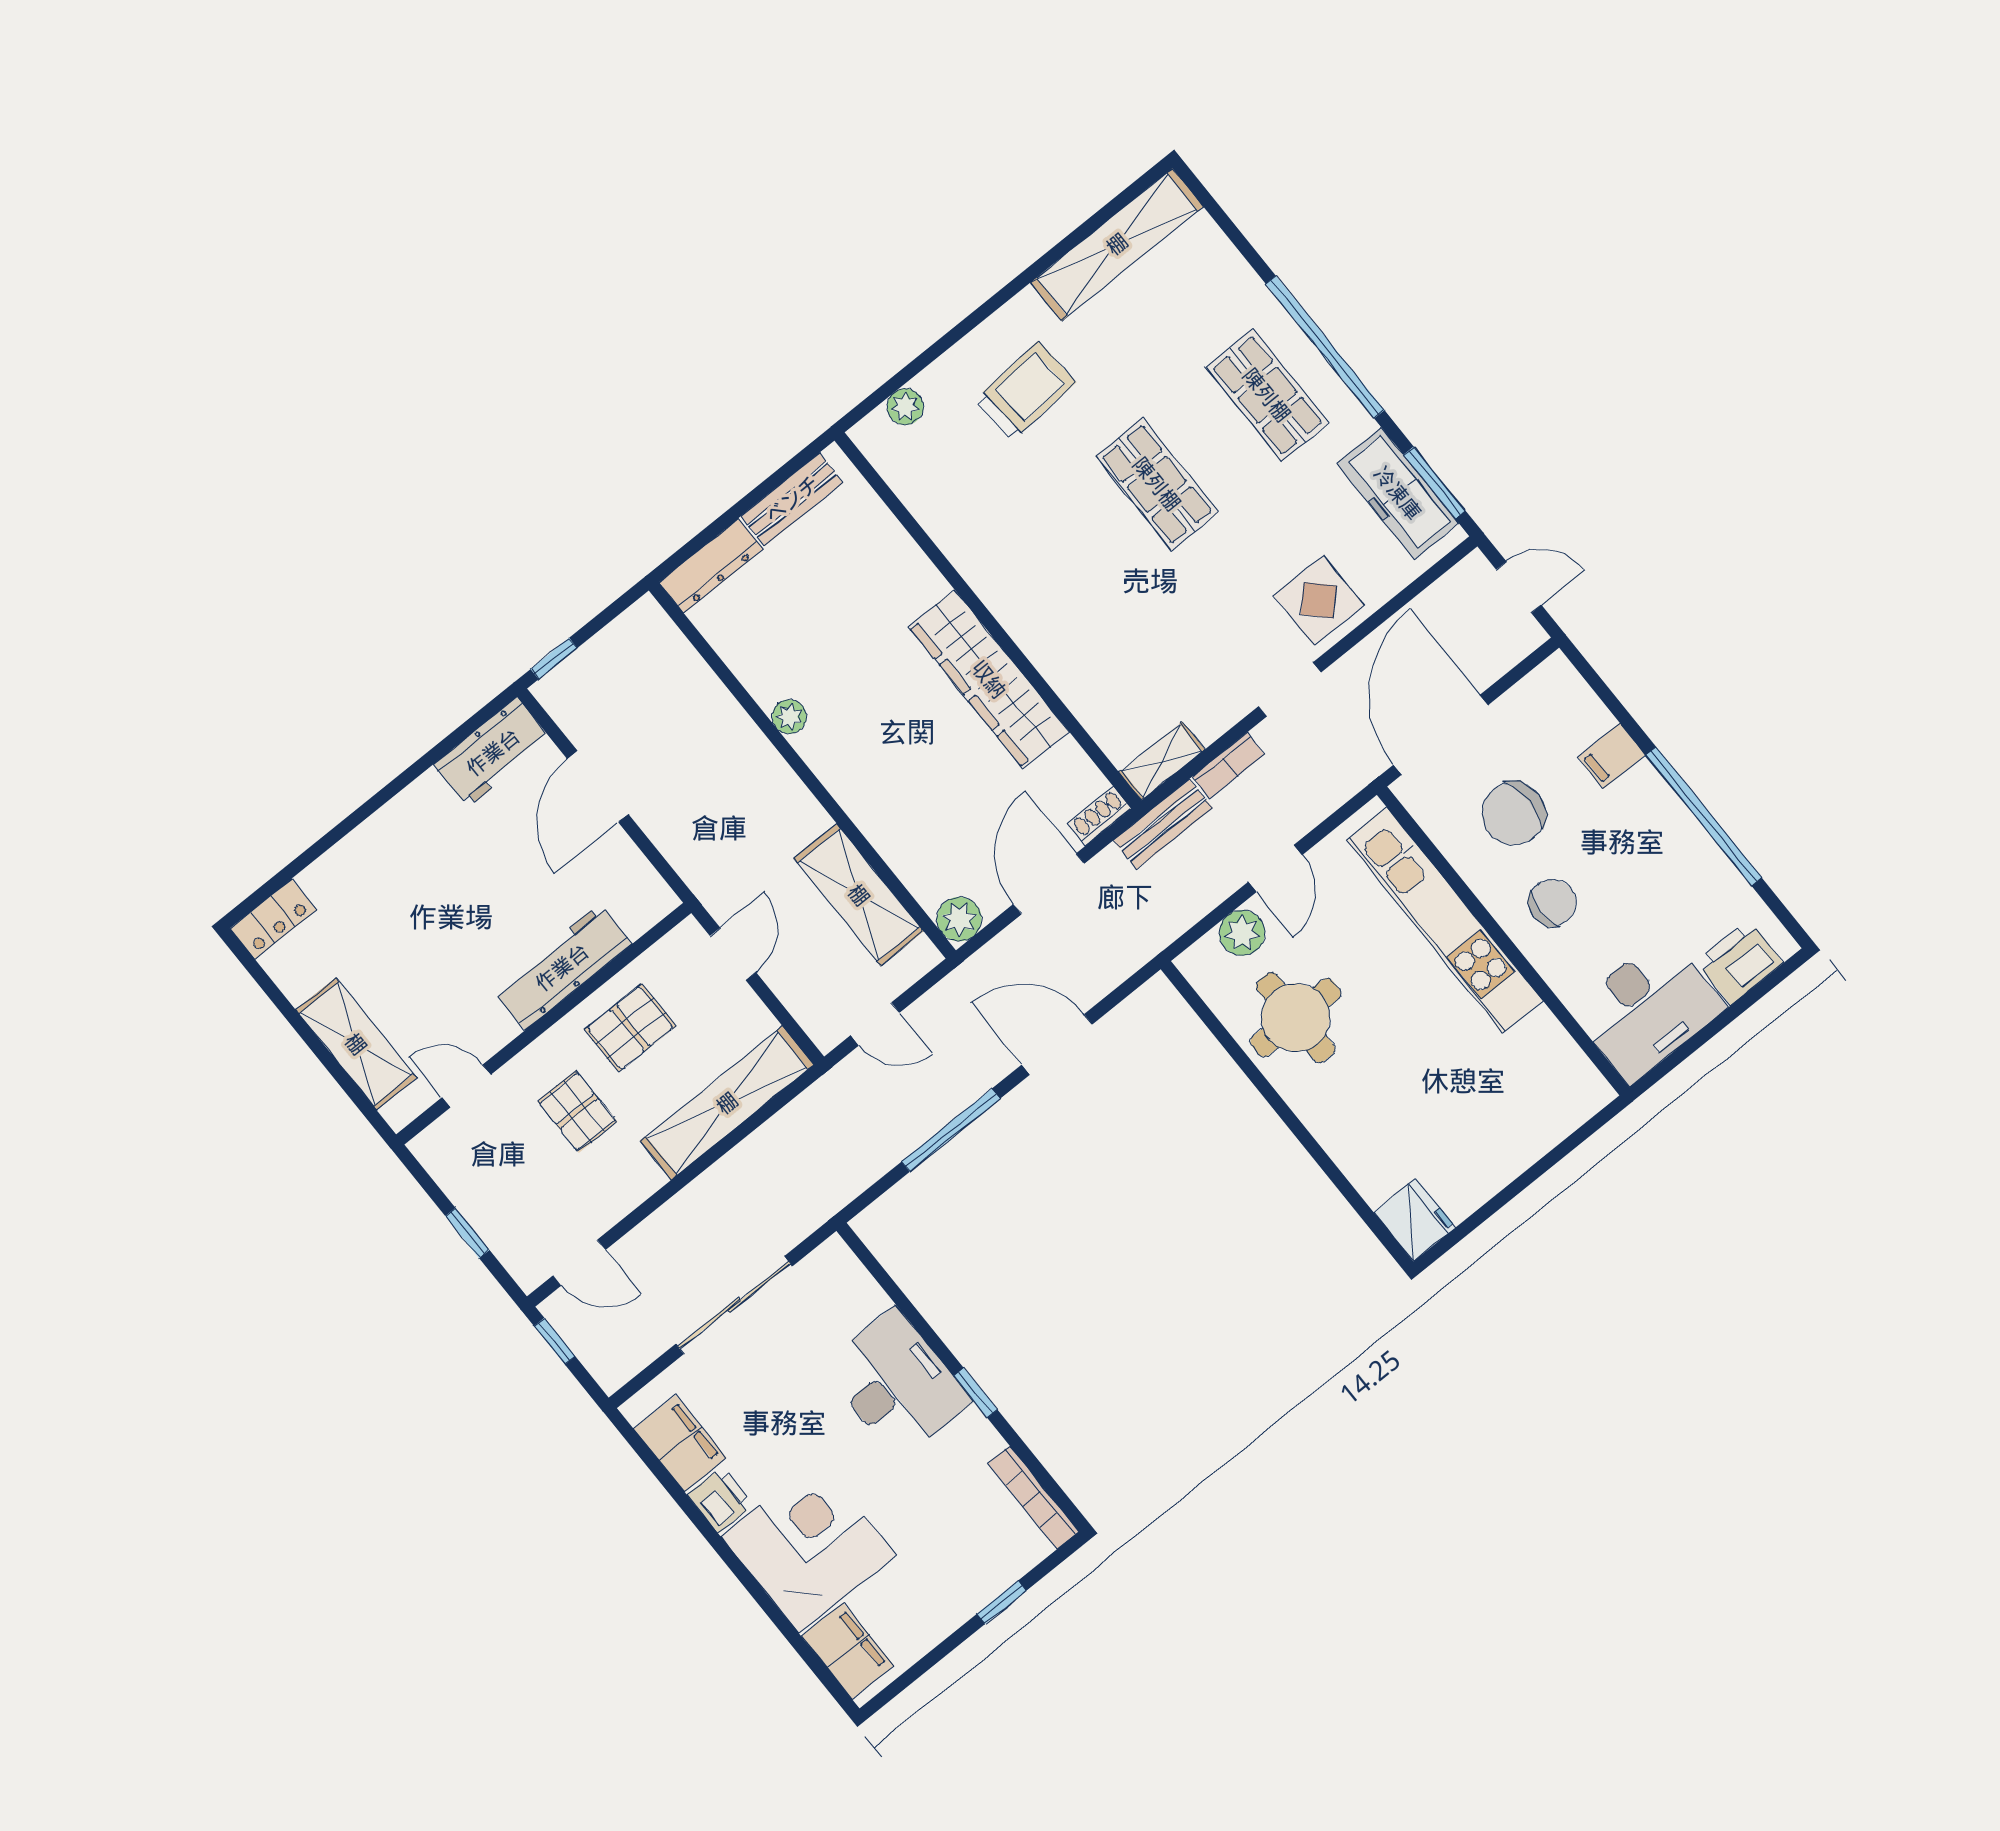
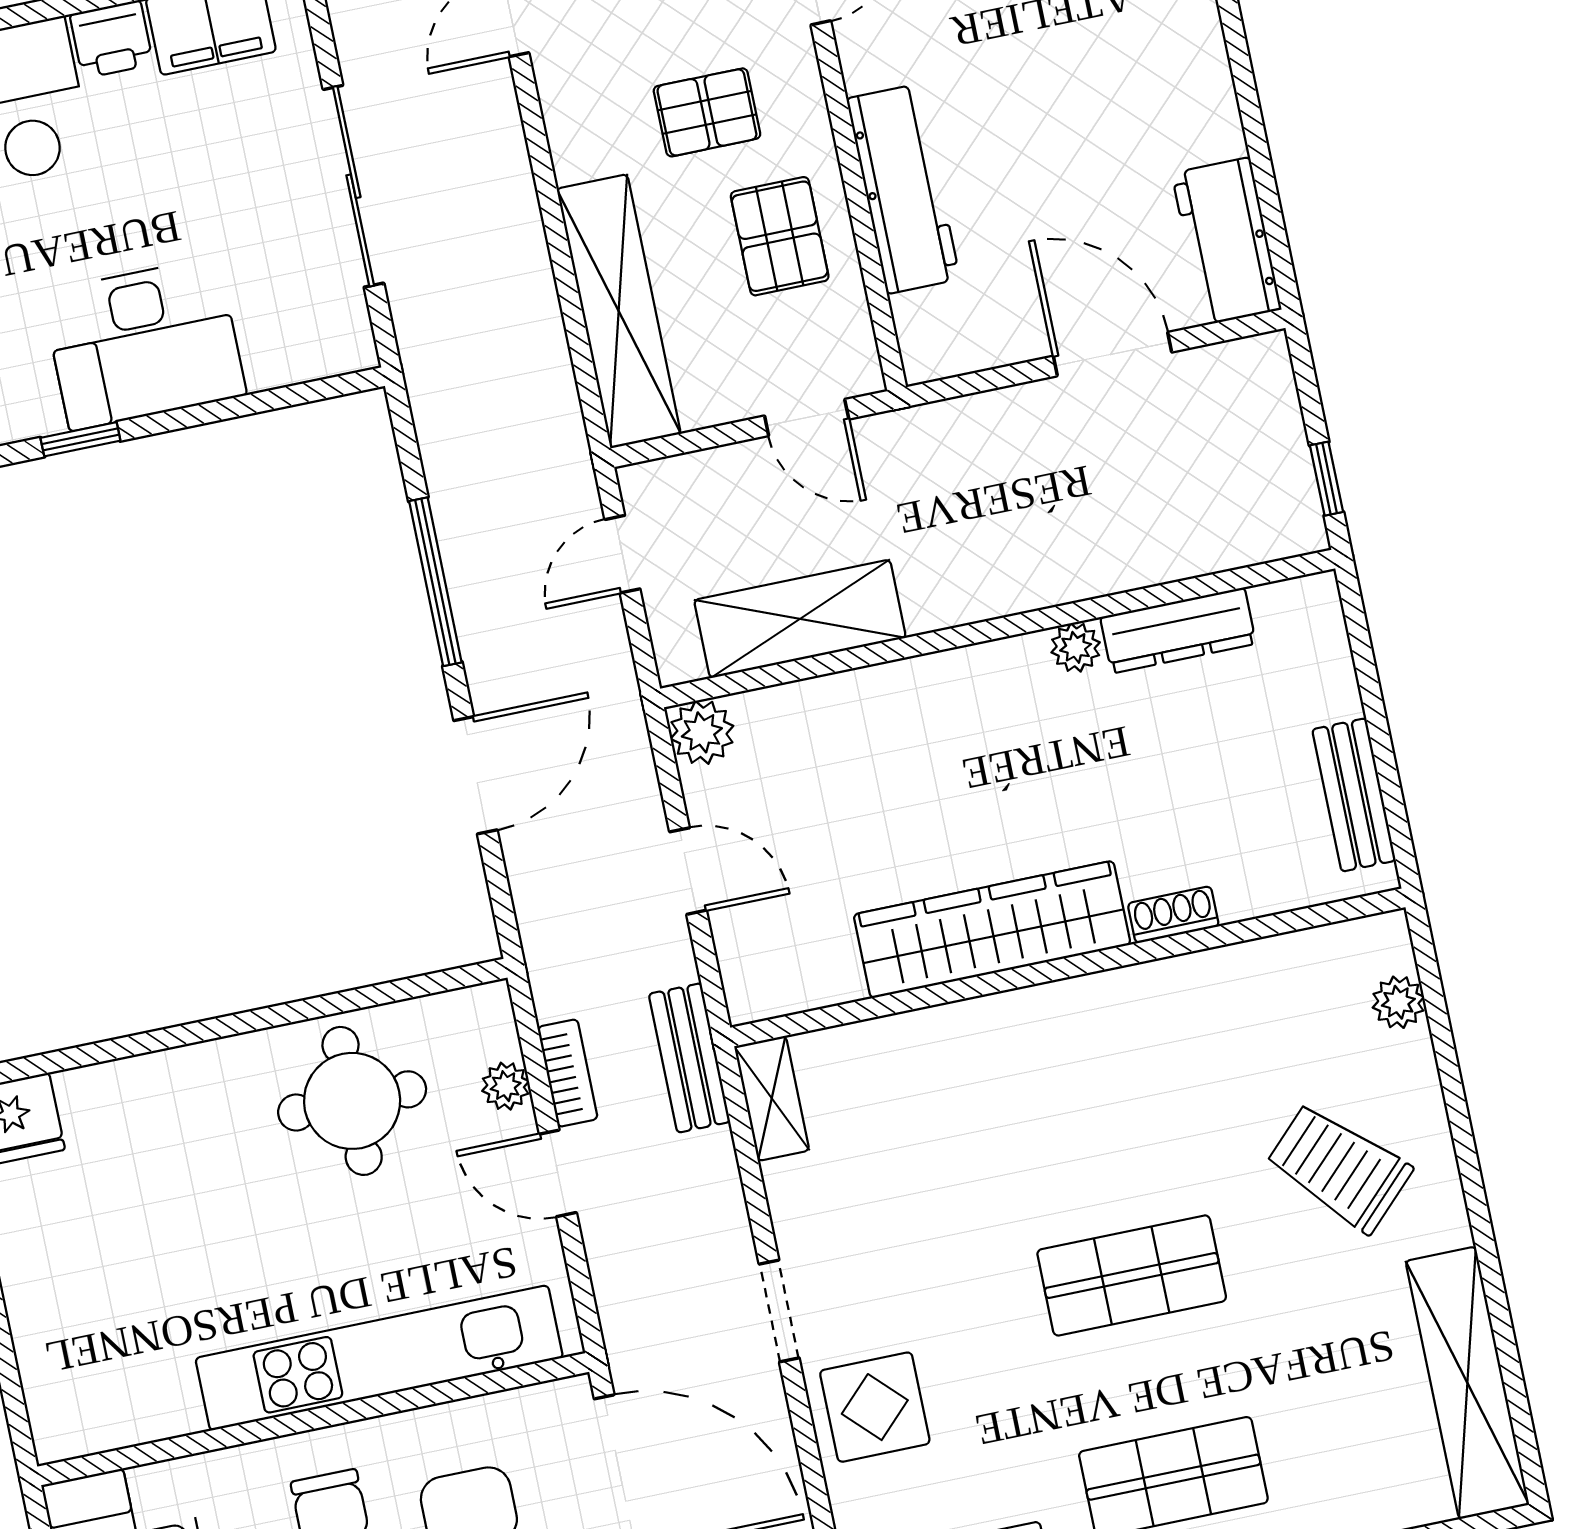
trolley: (1025, 391) -> (1339, 1167), turned 139
dresser: (711, 566) -> (1178, 630), moved, turned -90
window: (554, 659) -> (1326, 479), moved
bookcase: (1228, 765) -> (568, 1073), moved, turned 180
shoe rack: (1100, 816) -> (1173, 915), moved, turned -90
door: (1049, 884) -> (688, 871), width x0.73
plant: (1242, 933) -> (506, 1086), width x0.73, depth x0.73

